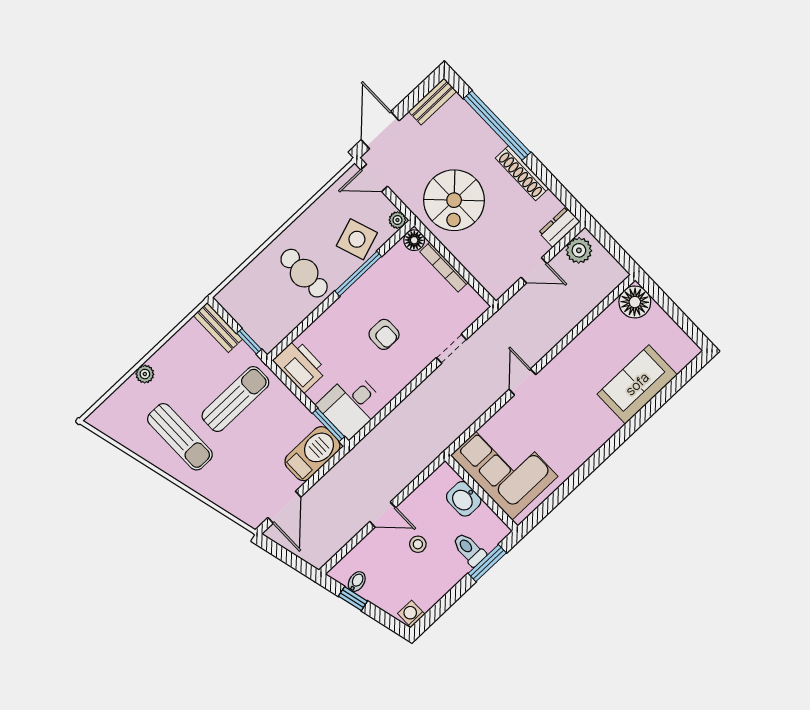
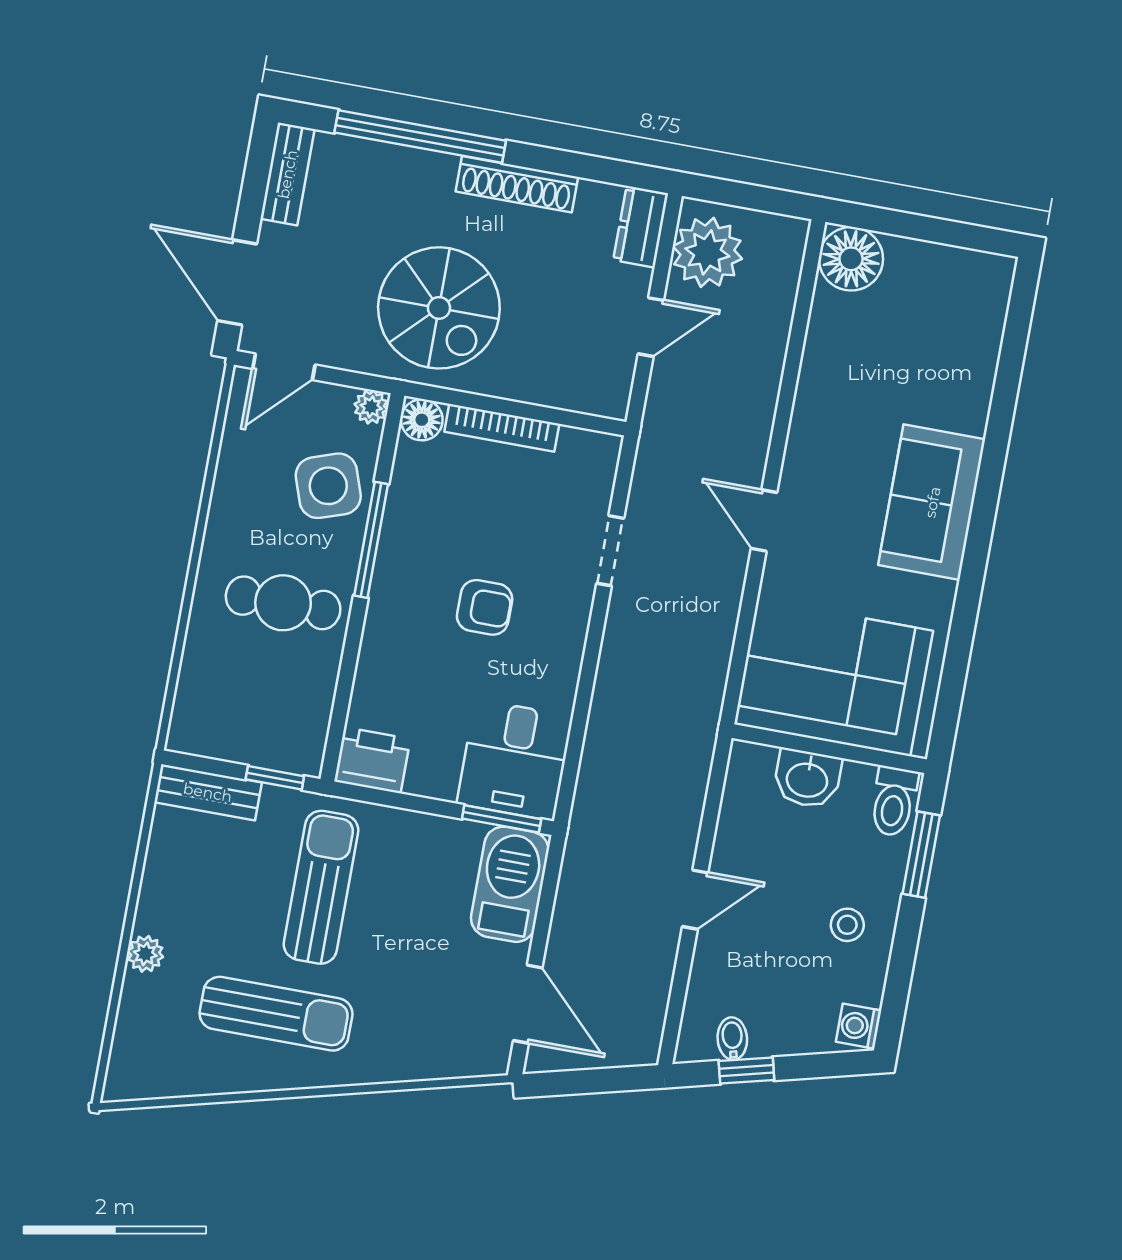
plant: (579, 250) -> (707, 252), width x1.36, depth x1.36
printer: (300, 366) -> (372, 760), width x0.73, depth x0.84
sofa: (637, 384) -> (932, 502), moved
stool: (418, 544) -> (847, 925), moved
toilet: (469, 549) -> (894, 801), moved, turned -90

